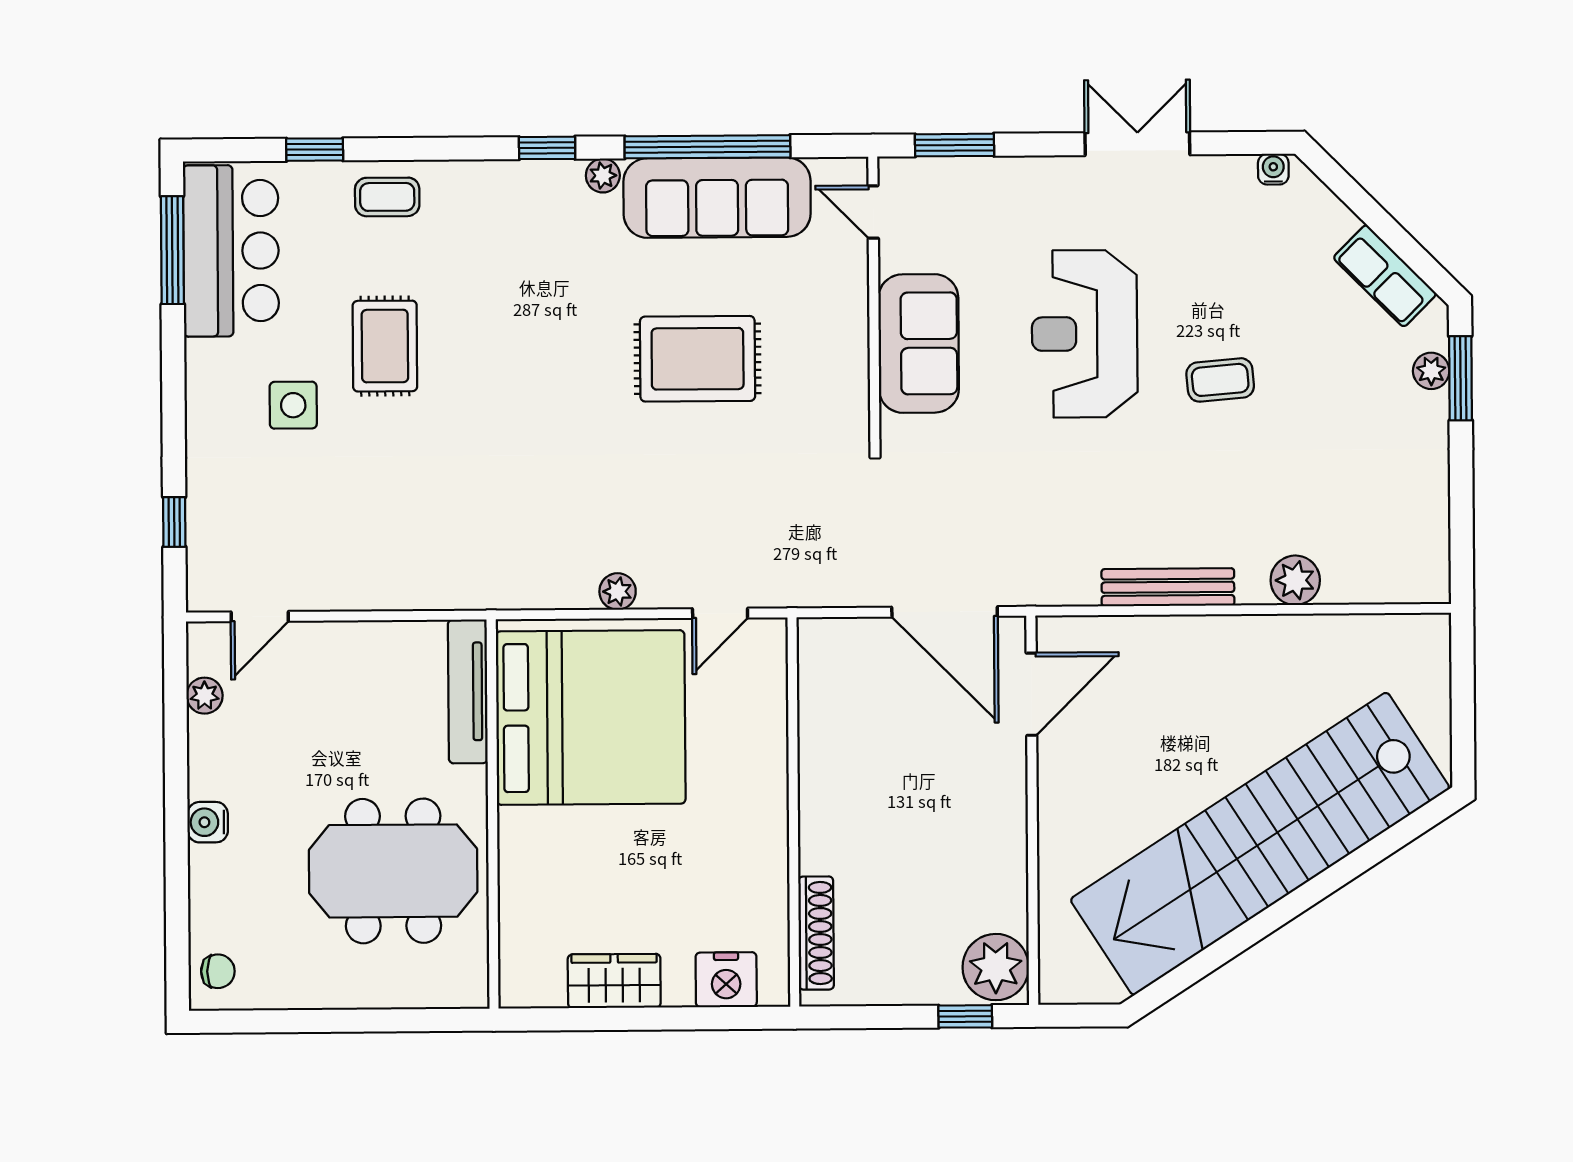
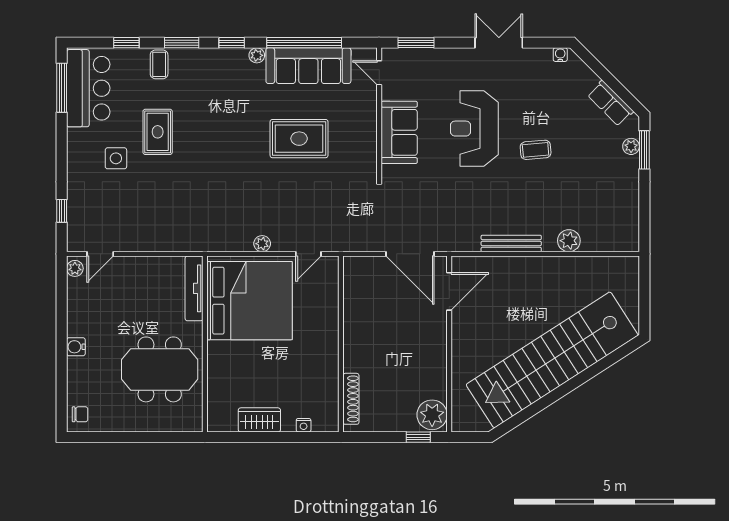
window: (436, 149) -> (182, 43), added
coffee table: (387, 197) -> (159, 64), turned 90
plant: (205, 696) -> (75, 268), moved
nightstand: (726, 980) -> (304, 425), width x0.53, depth x0.56

